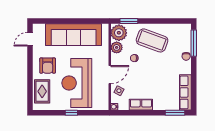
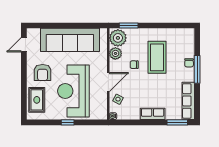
coffee table: (152, 40) -> (157, 57), moved, turned 70
window: (194, 43) -> (197, 69), moved
row of seats: (141, 105) -> (153, 114), moved

